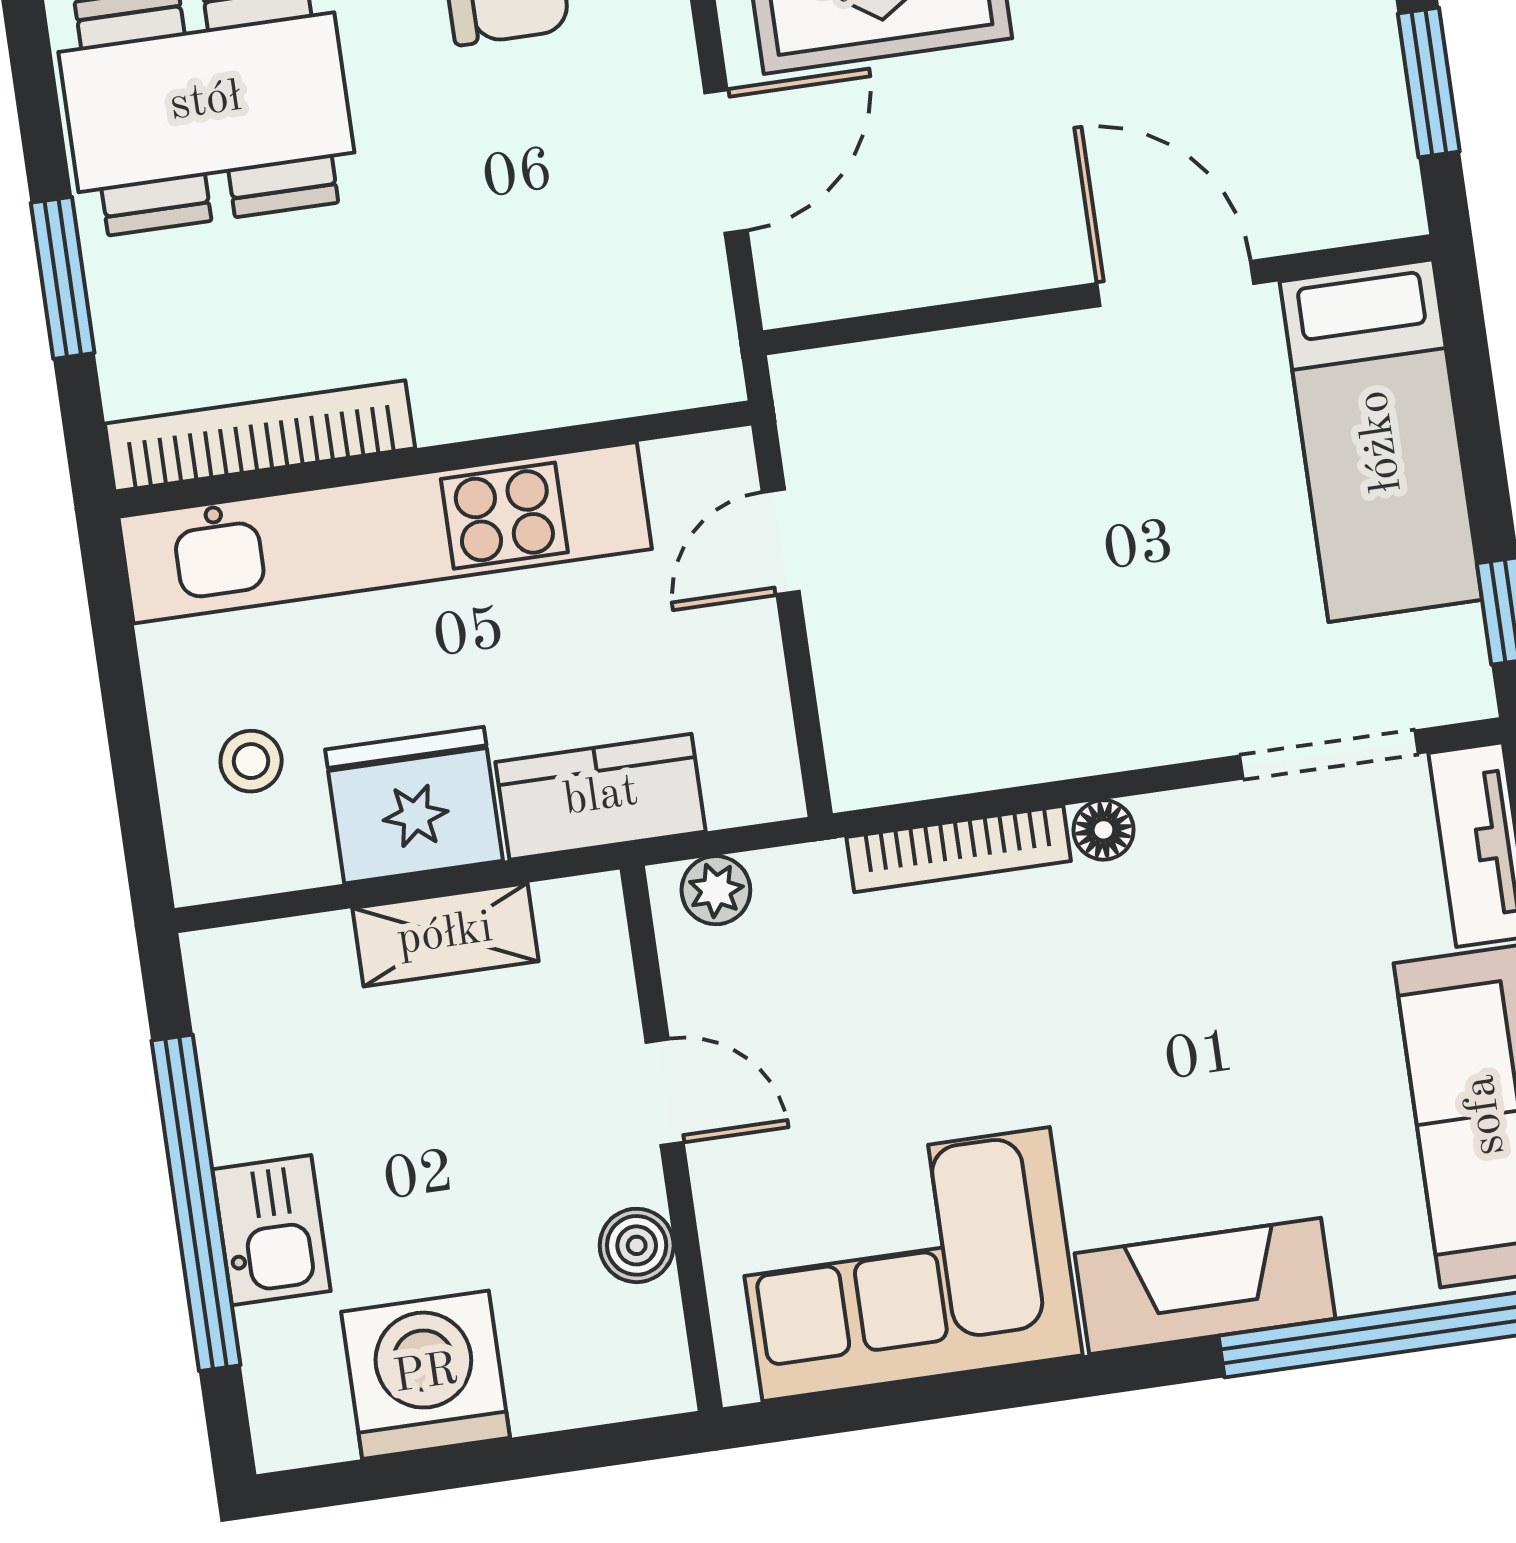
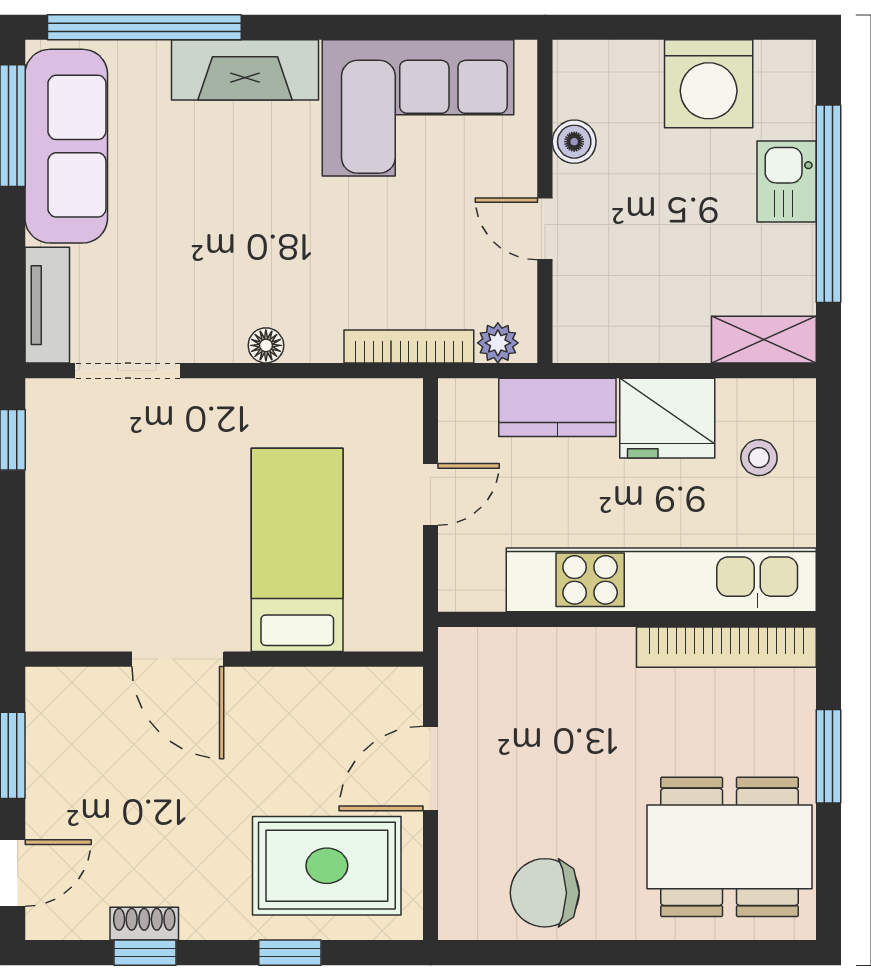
bed: (1381, 441) -> (297, 550), moved
door: (781, 542) -> (430, 494), moved
bookcase: (959, 849) -> (409, 347), moved
shelving: (445, 935) -> (764, 340), moved

